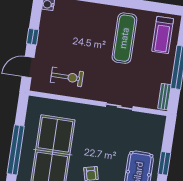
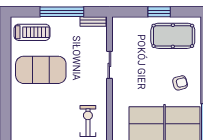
exercise mat: (124, 38) -> (41, 70), width x1.47

